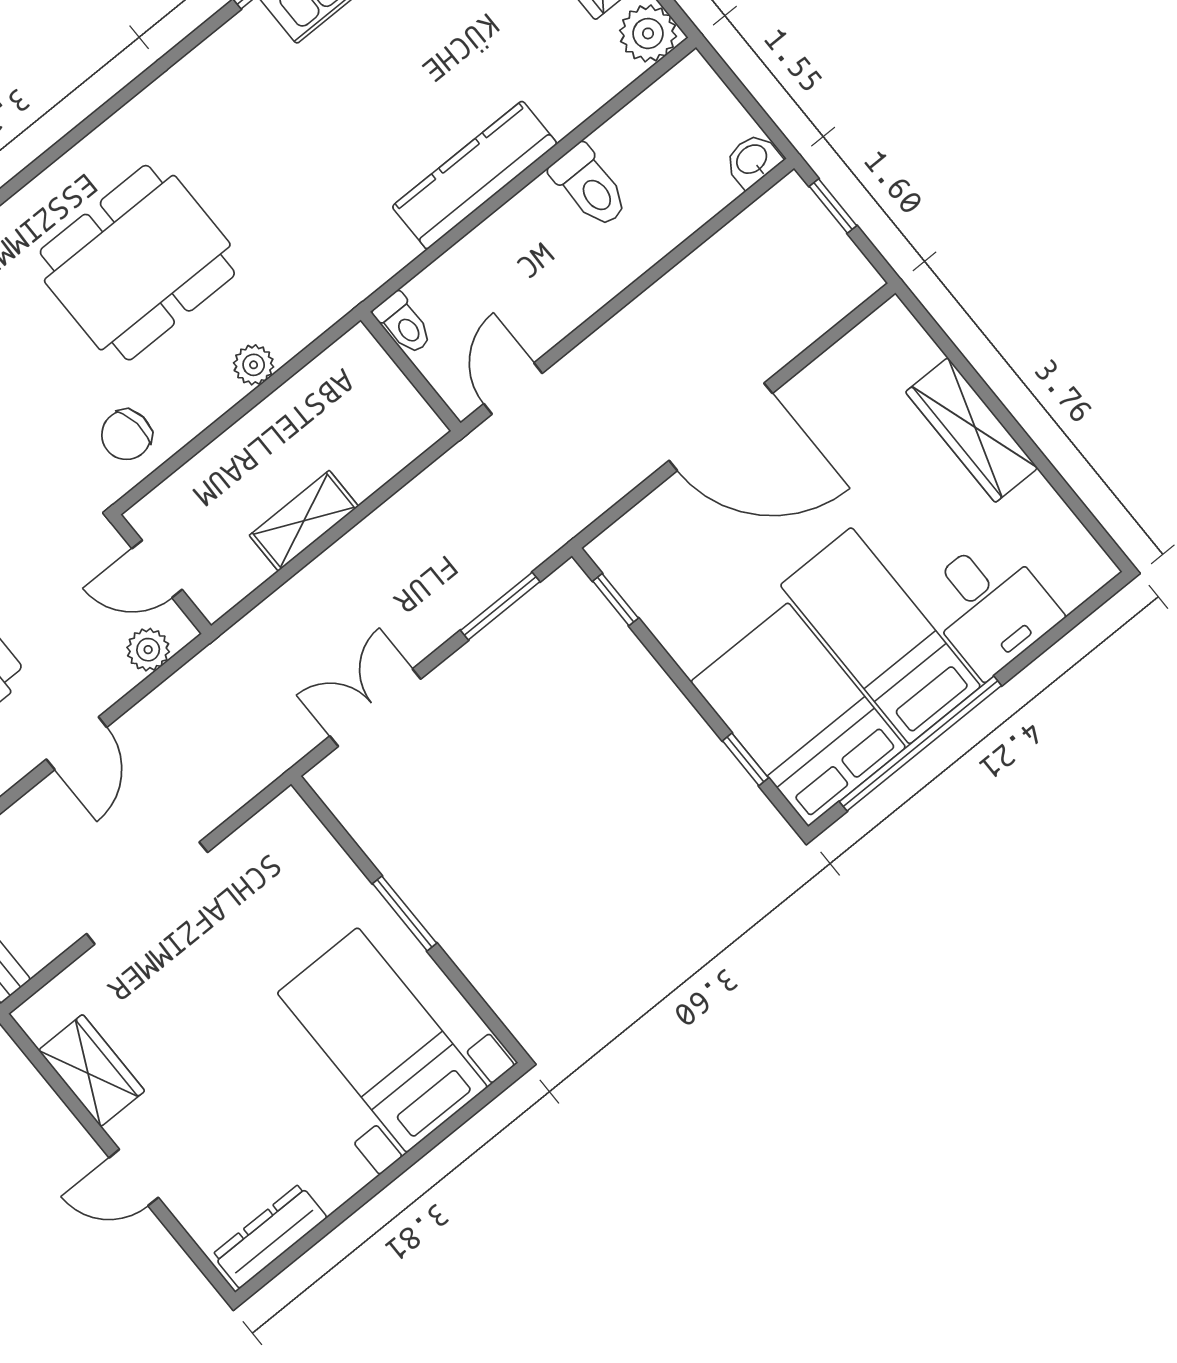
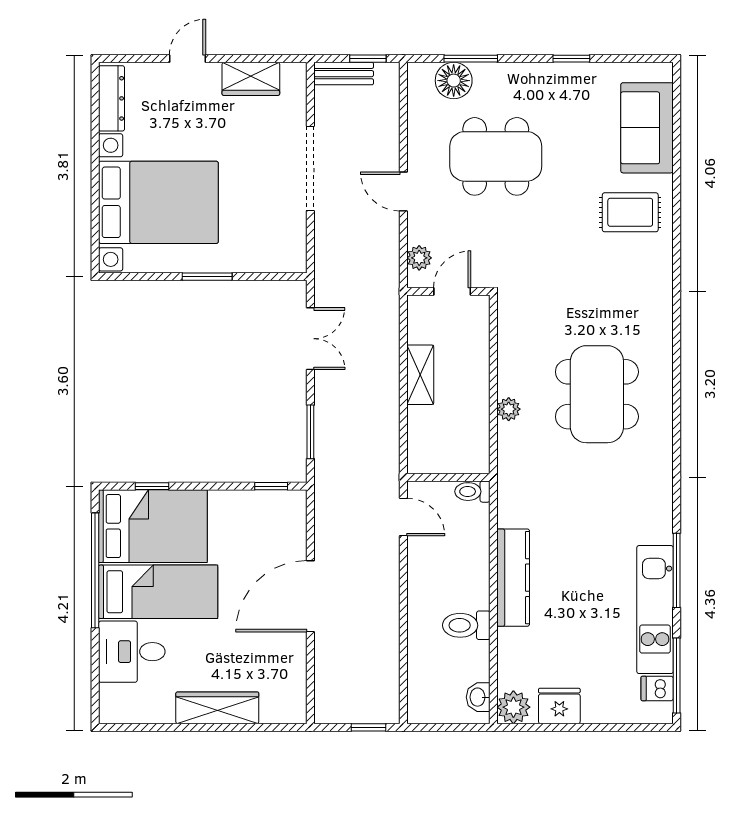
washbasin: (752, 160) -> (478, 697), moved, turned 180
chair: (126, 435) -> (524, 326), removed
bed with nightstands: (382, 1040) -> (158, 202), width x1.36

